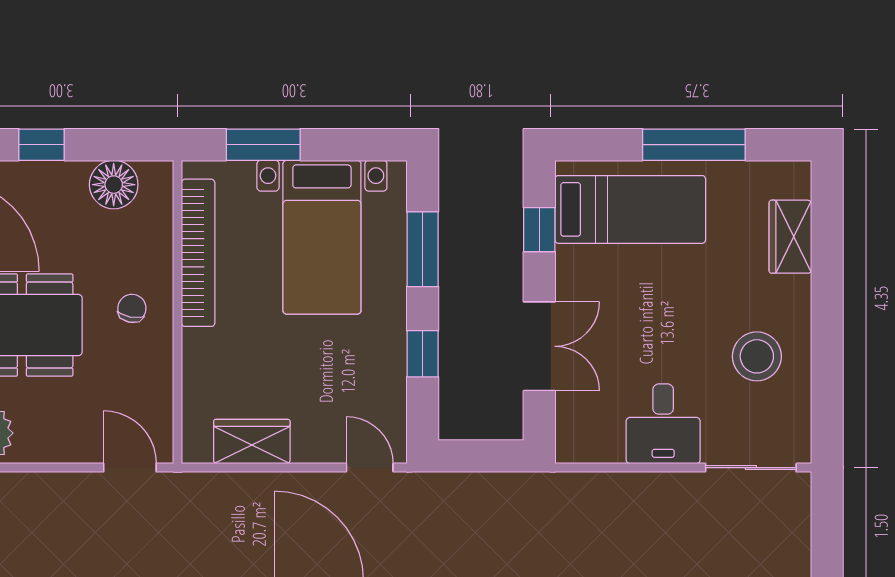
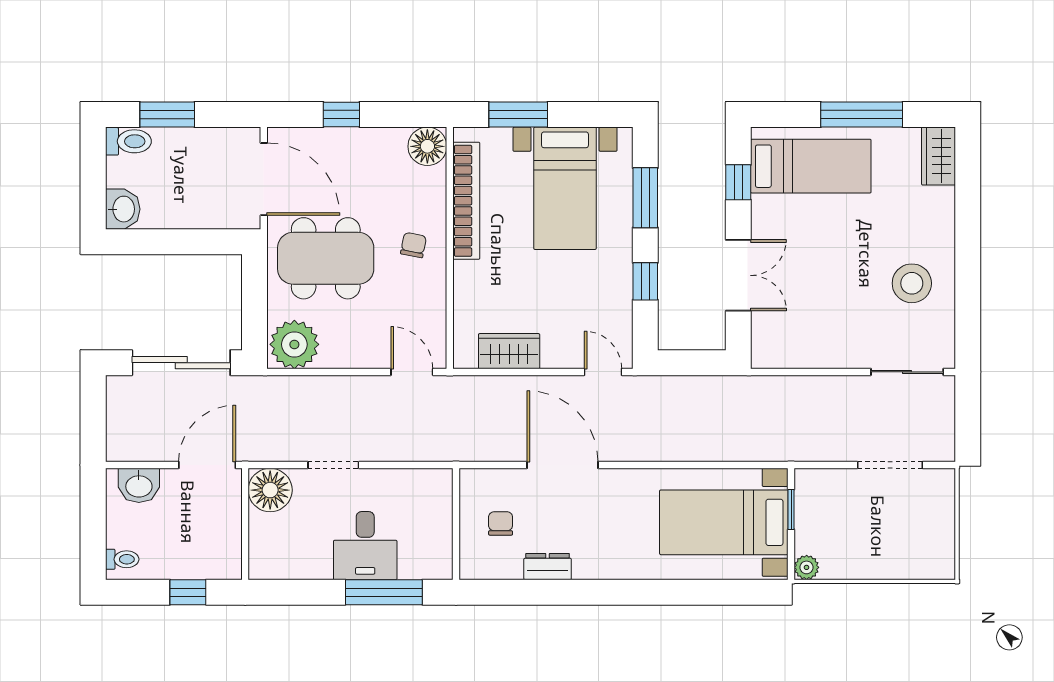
floor lamp: (114, 185) -> (427, 146), moved
wardrobe: (790, 237) -> (939, 156), moved
desk: (663, 424) -> (837, 337), removed

